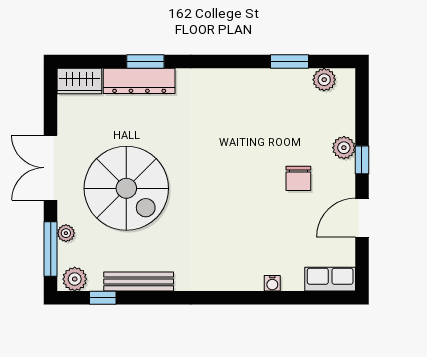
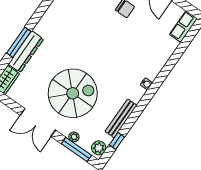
window: (145, 62) -> (19, 42), width x1.44
water cooler: (272, 283) -> (146, 84), moved

